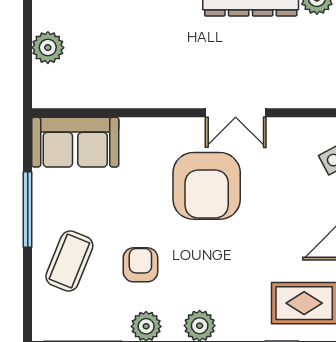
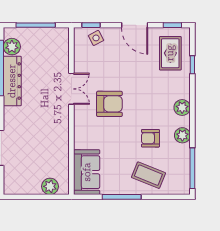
plant: (48, 48) -> (50, 186), moved
armchair: (207, 186) -> (109, 104), width x0.73, depth x0.73

